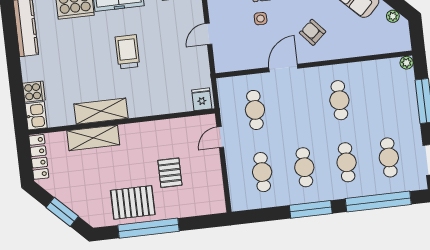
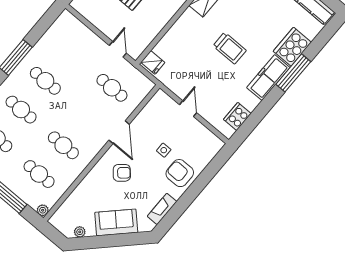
cafe table: (262, 172) -> (39, 174), moved

